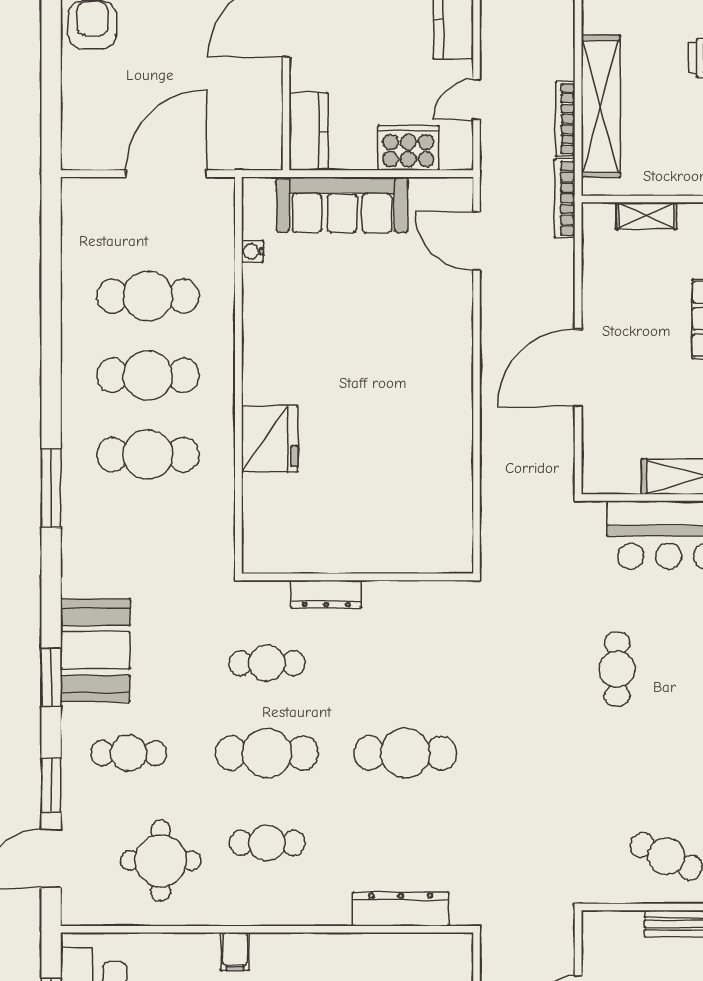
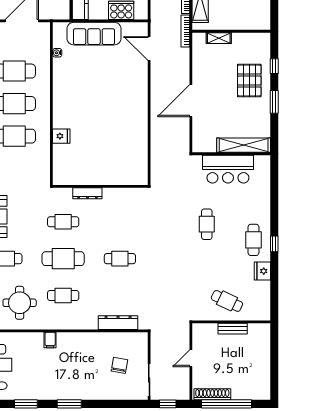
fridge: (270, 439) -> (61, 136), width x0.53, depth x0.75
cafe table: (405, 753) -> (120, 259), width x0.73, depth x0.74

